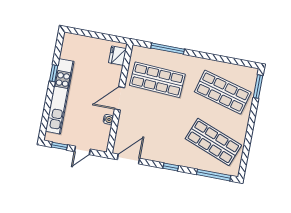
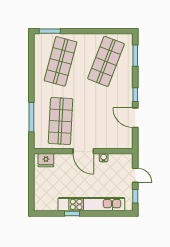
door: (128, 159) -> (135, 118), moved
window: (214, 175) -> (135, 56), width x0.69

